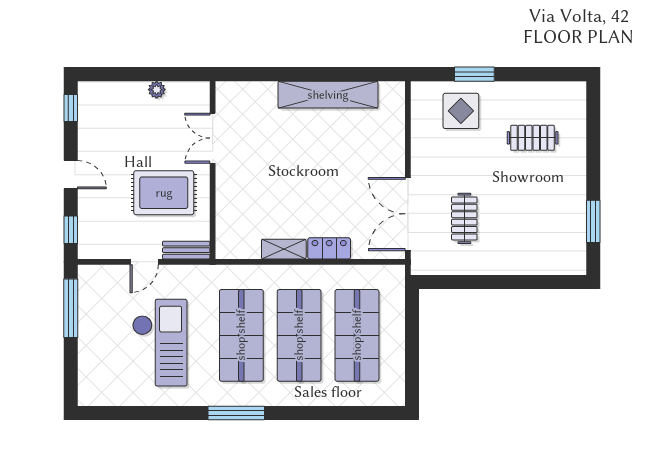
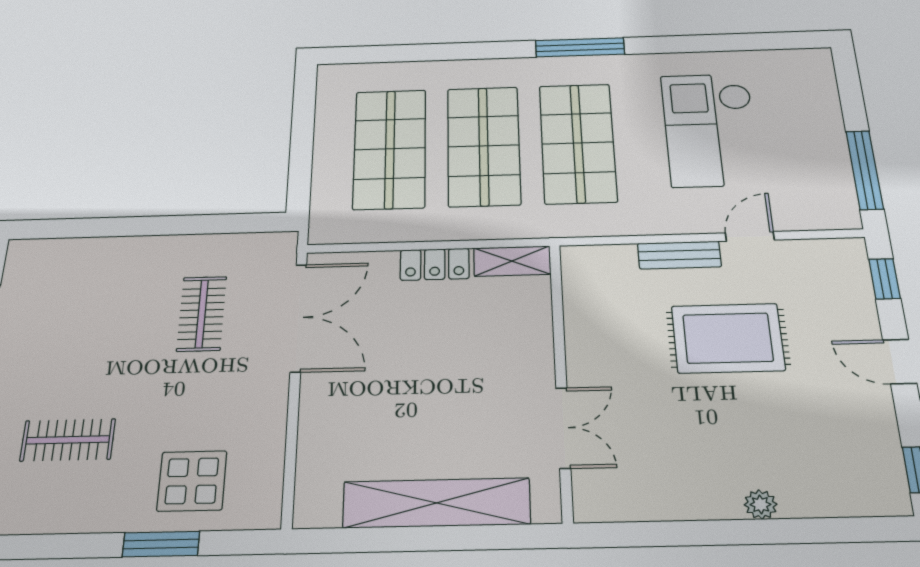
double door: (213, 138) -> (563, 428), moved
wall: (213, 170) -> (561, 377), moved

